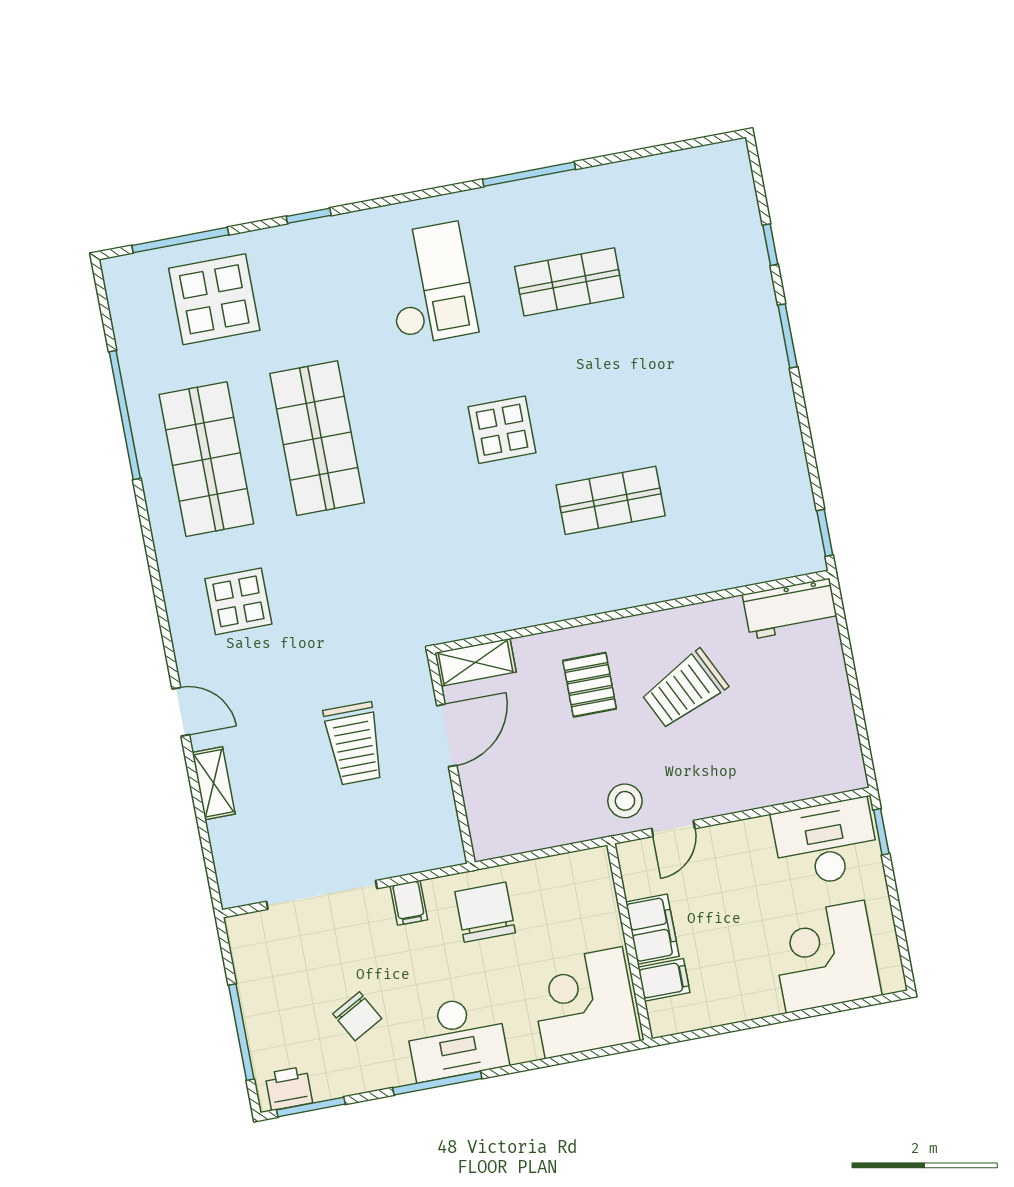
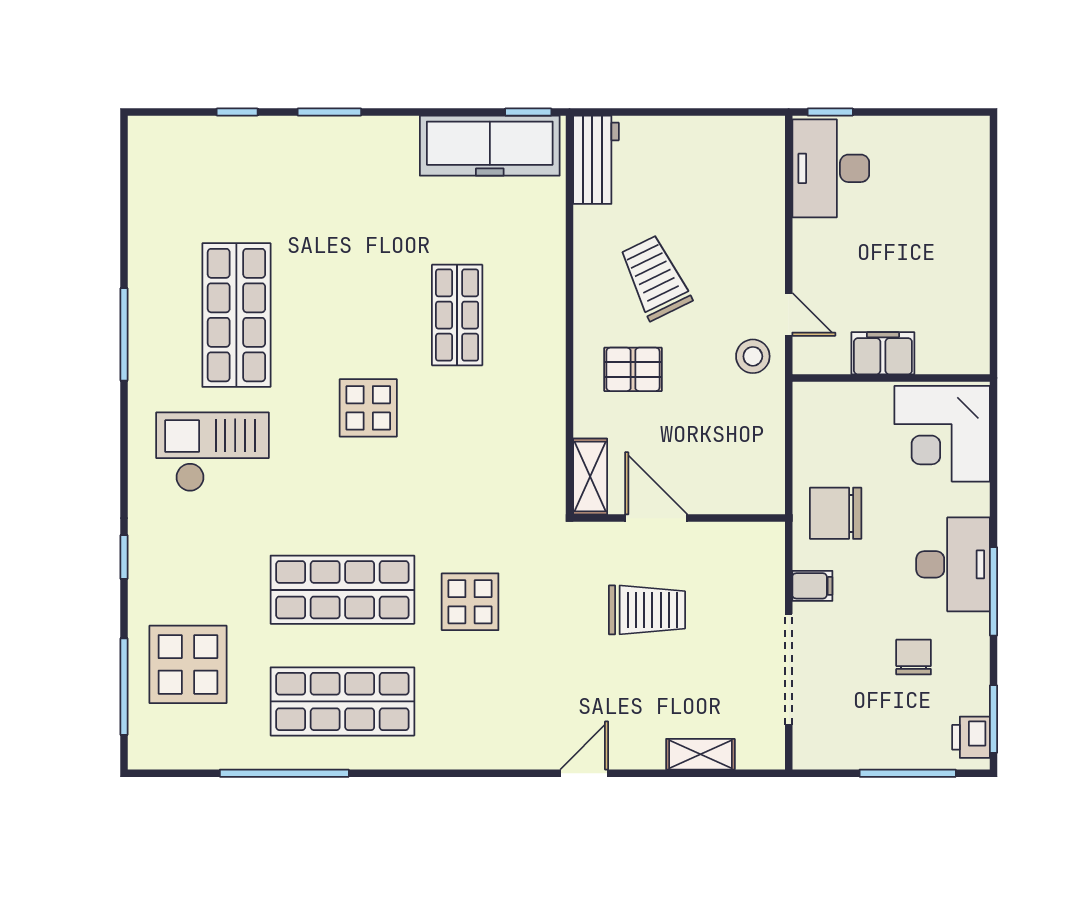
shop shelf: (569, 282) -> (236, 315), width x1.43, depth x1.36
freezer: (784, 501) -> (490, 146), added
display table: (238, 601) -> (470, 602), moved
trolley: (685, 689) -> (655, 278), turned 180
shelving: (214, 783) -> (700, 754), moved
corner desk: (825, 957) -> (942, 190), removed
filing cabinet: (664, 980) -> (935, 351), removed
chair: (357, 1016) -> (914, 657), turned -61

